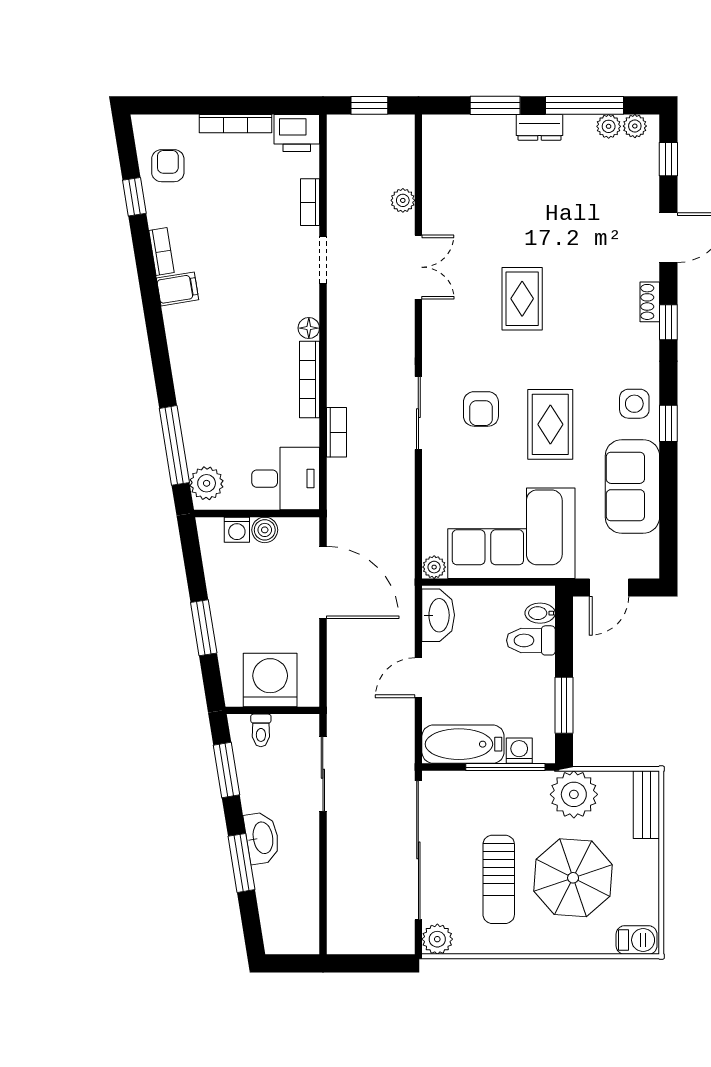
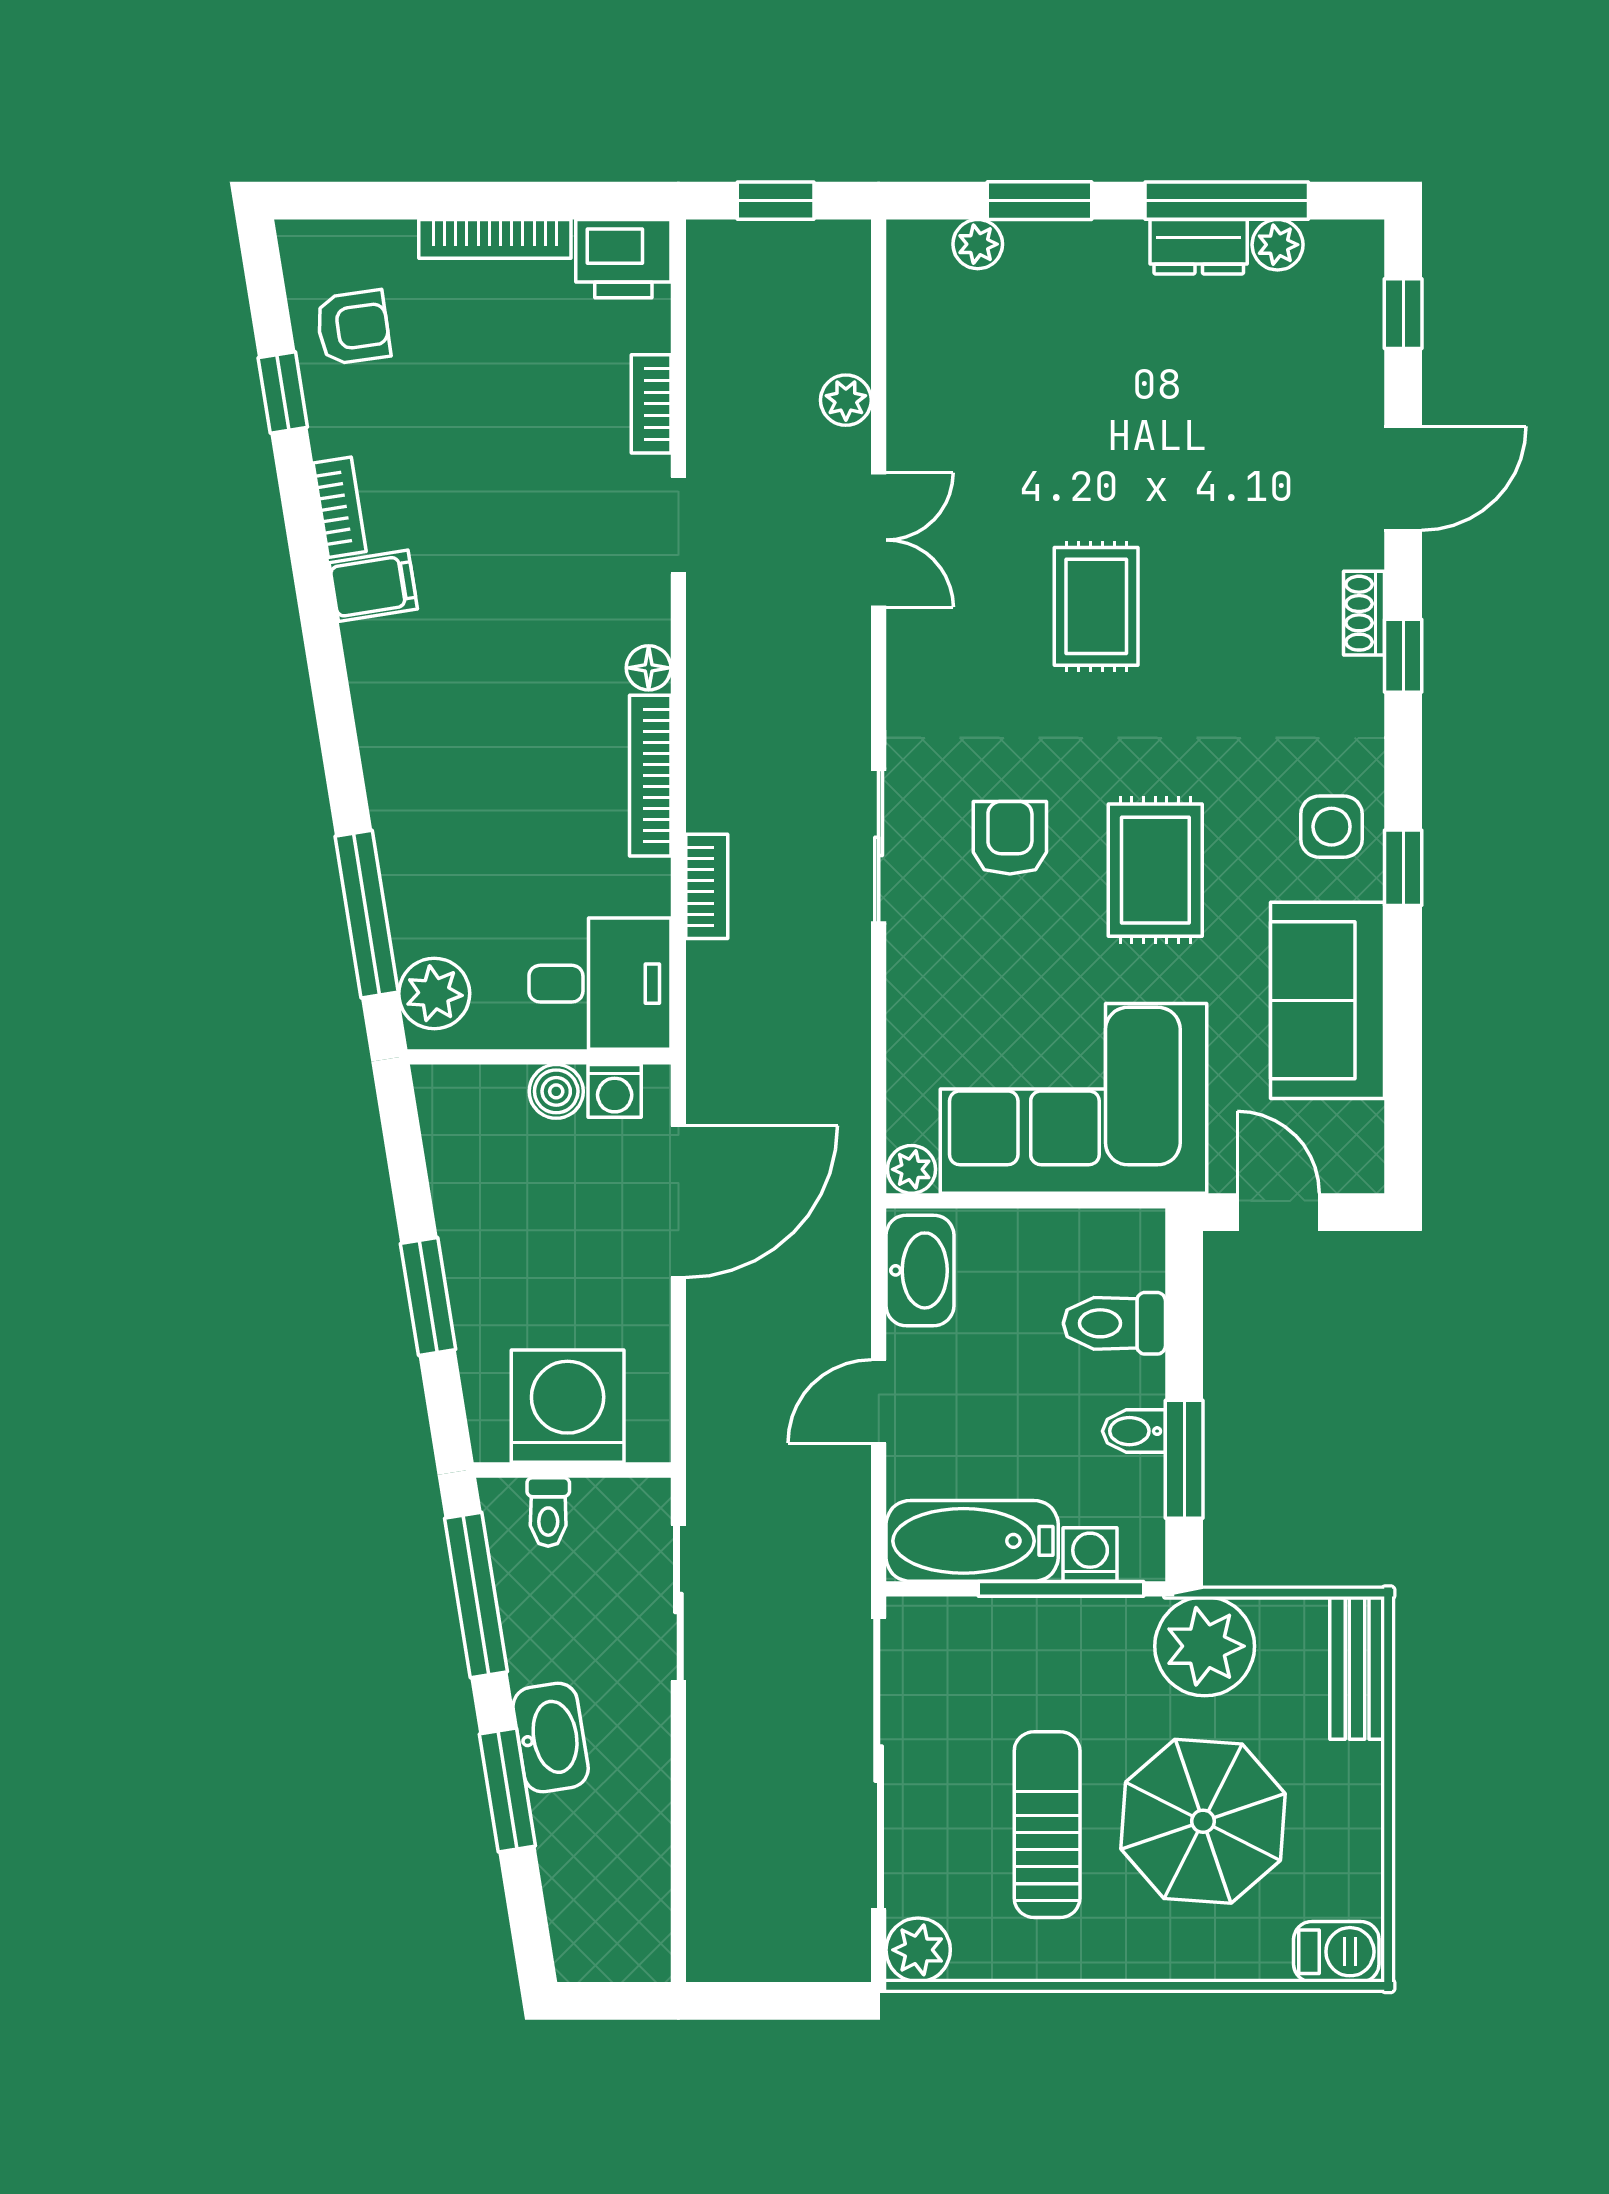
plant: (635, 126) -> (978, 244), moved
dresser: (540, 127) -> (1199, 247), moved
armchair: (168, 166) -> (353, 327), turned 82
armchair: (481, 409) -> (1010, 838), turned 180
washing machine: (237, 530) -> (615, 1091), moved
door: (323, 582) -> (678, 1202), hinge flipped
door: (609, 587) -> (1278, 1212), swing flipped
bidet: (540, 613) -> (1134, 1431), moved
window: (227, 770) -> (476, 1595), width x1.44
sun lounger: (499, 879) -> (1047, 1825), turned 180

